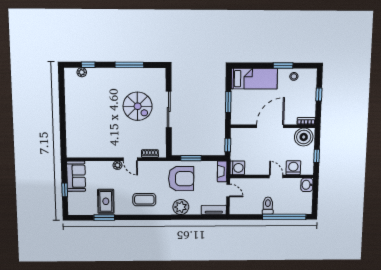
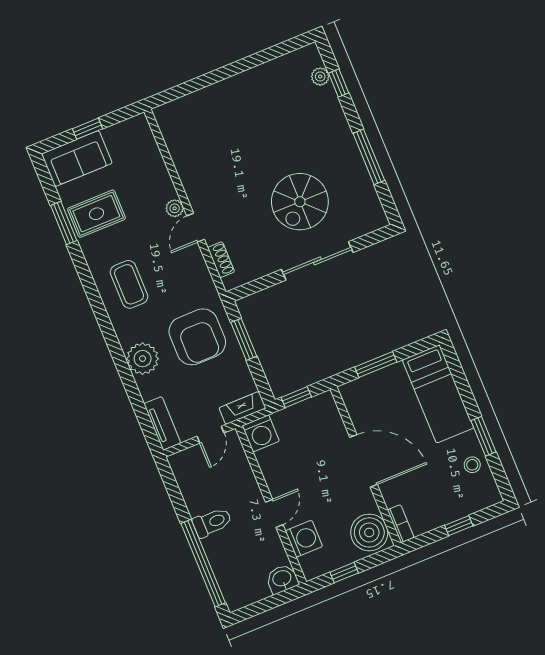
sofa: (76, 176) -> (77, 159), moved

